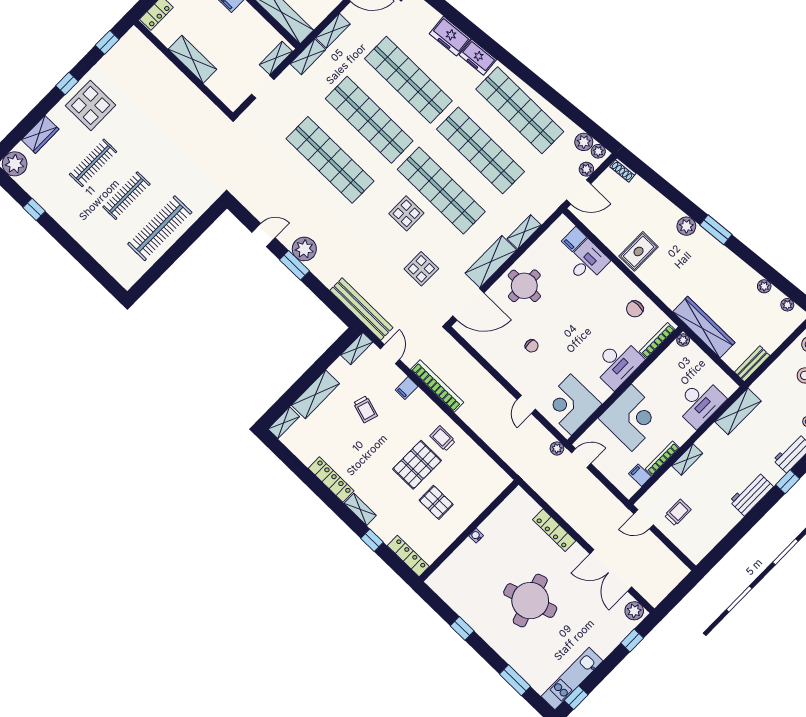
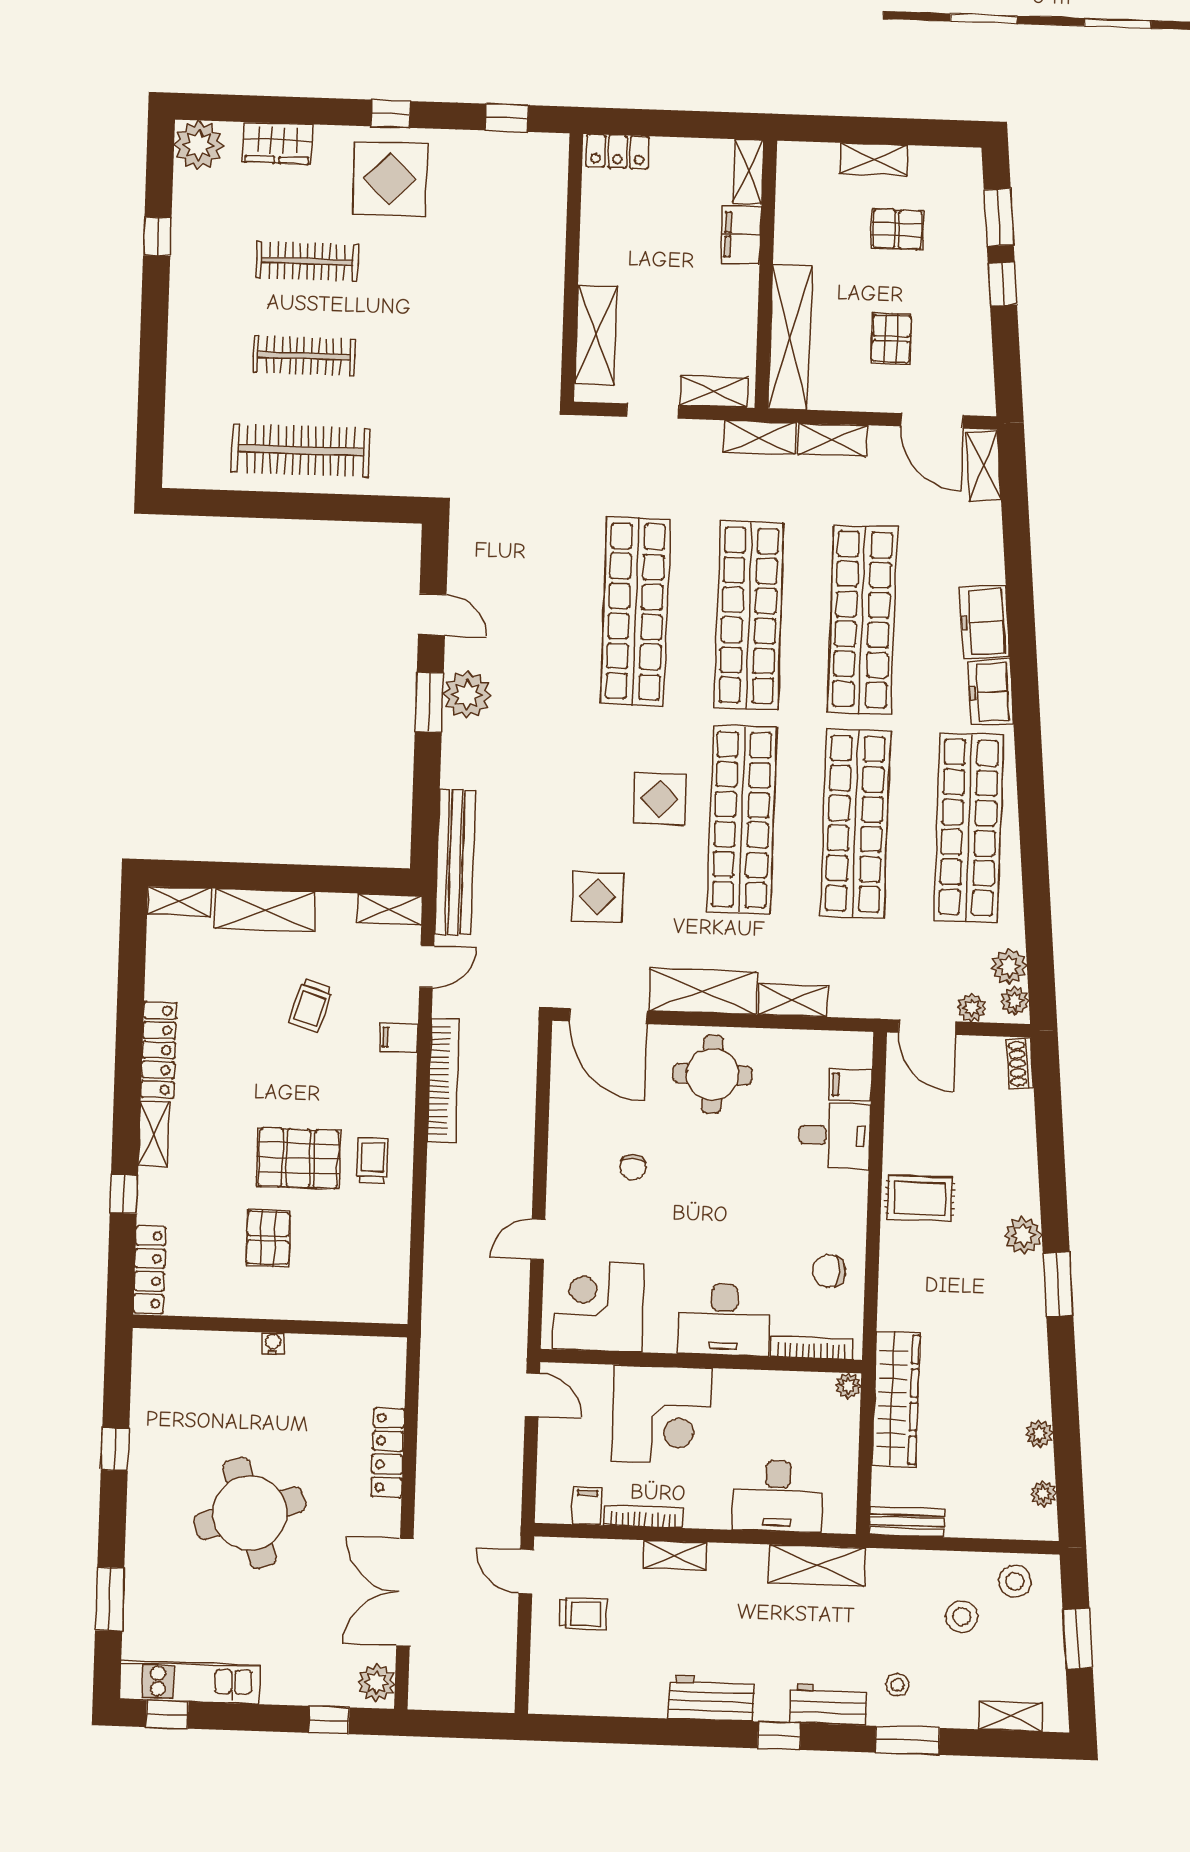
shelving: (193, 59) -> (596, 335), moved
plant: (557, 448) -> (514, 1345), removed

